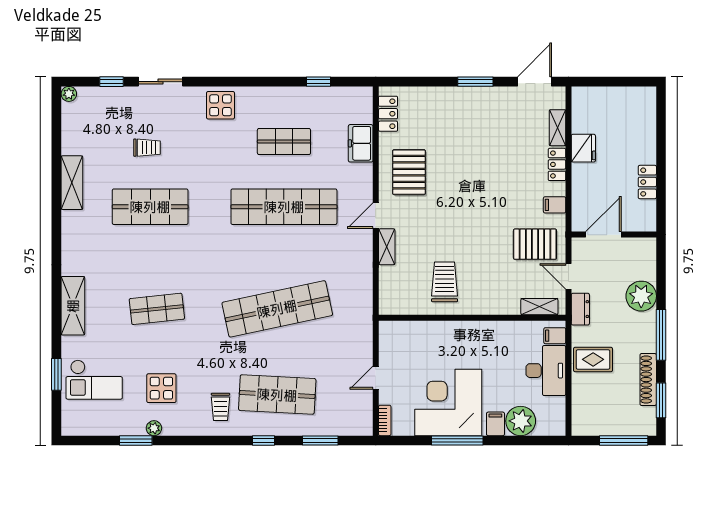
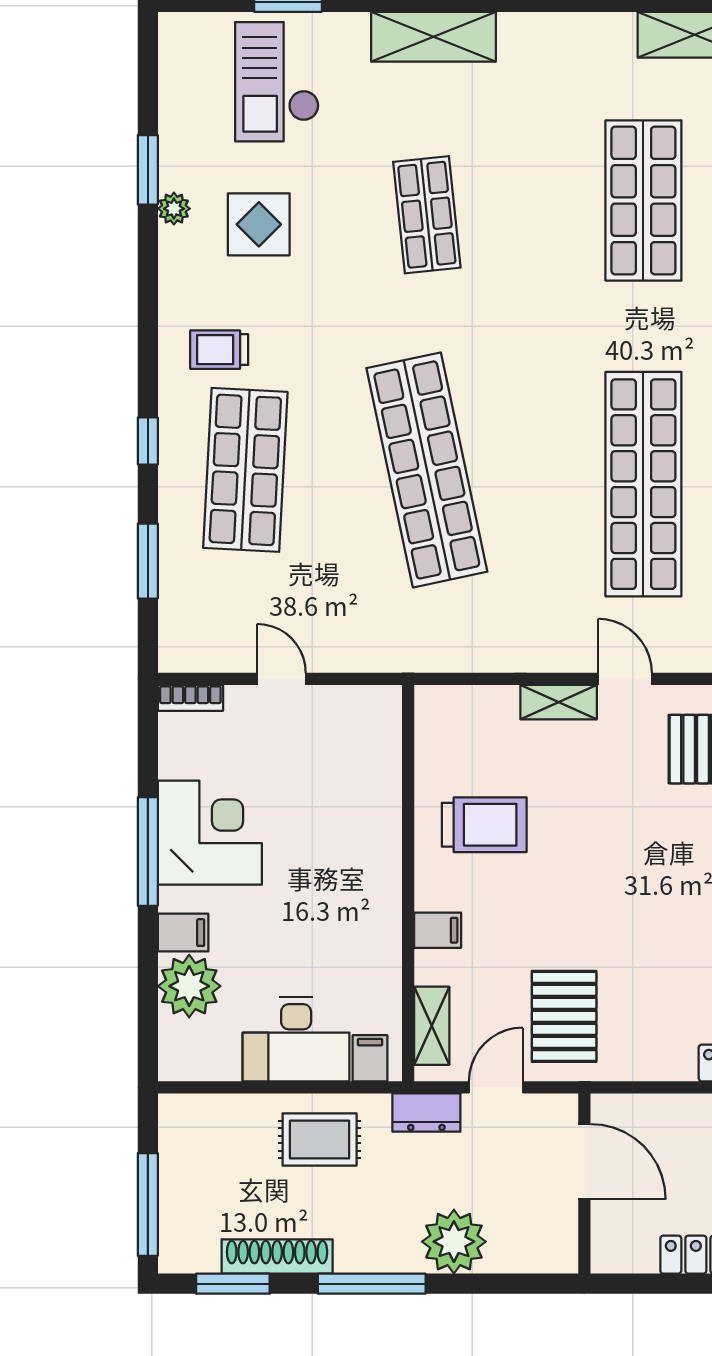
filing cabinet: (555, 205) -> (438, 930), moved, turned 90
rug: (593, 359) -> (320, 1140), turned 90
corner desk: (448, 402) -> (210, 833), width x0.74, depth x0.74

